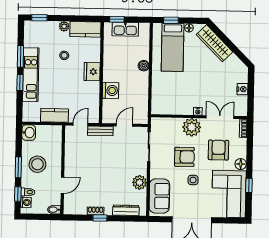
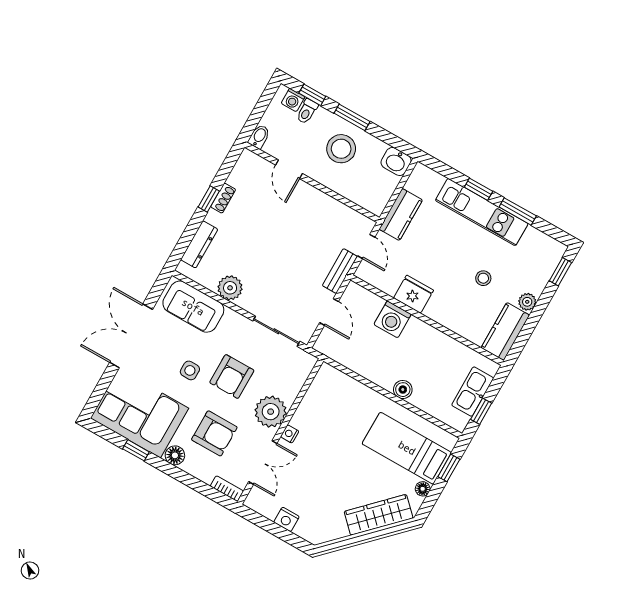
window: (117, 19) -> (481, 411), moved
fridge: (92, 72) -> (414, 294), moved

